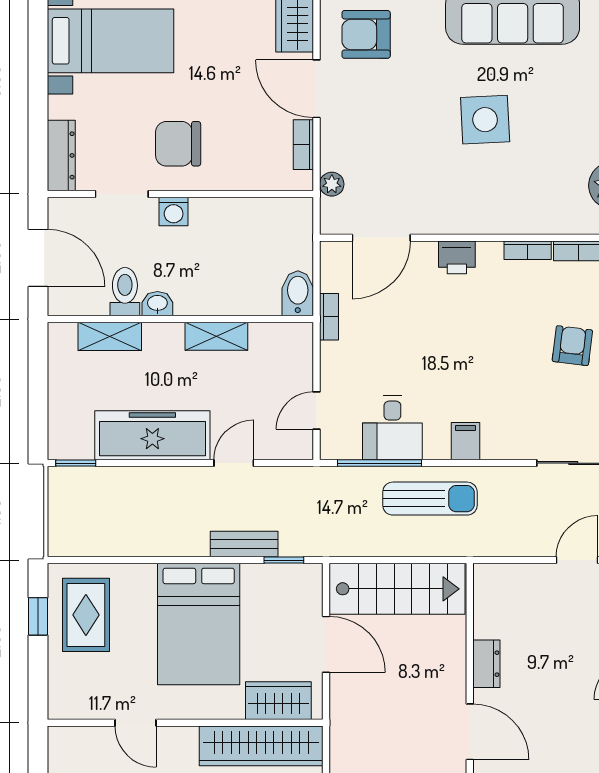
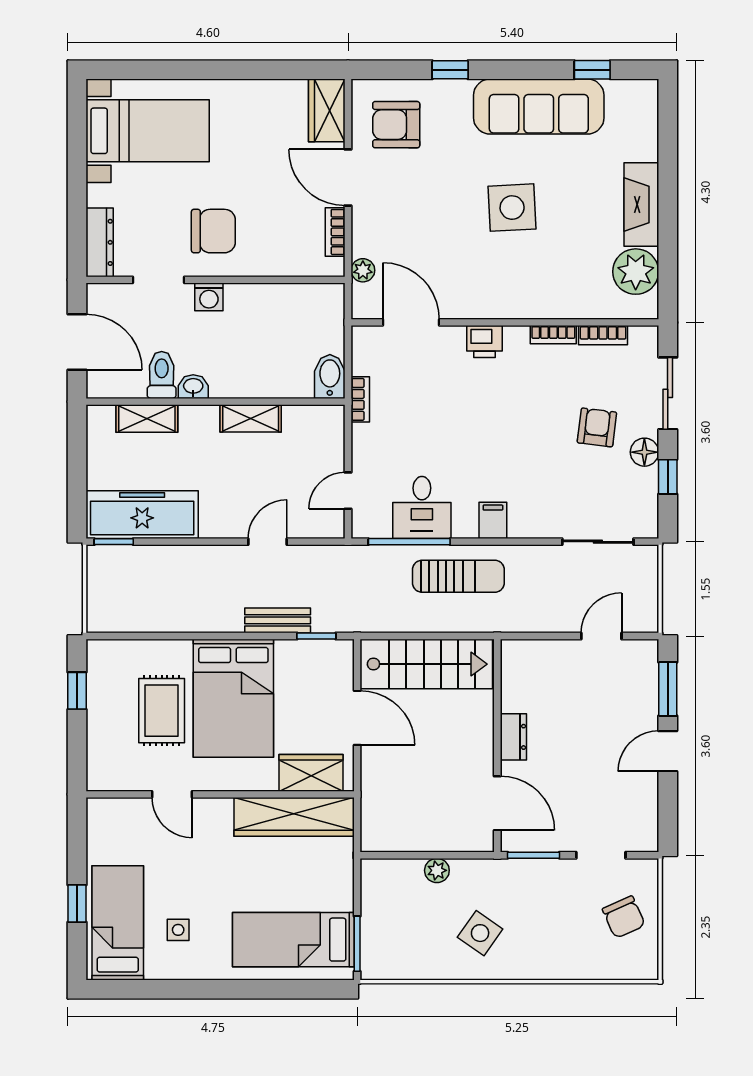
chair: (178, 144) -> (213, 231), turned 180
door: (381, 238) -> (411, 322), swing flipped
freezer: (152, 435) -> (142, 515), moved
rug: (86, 615) -> (162, 711), moved

